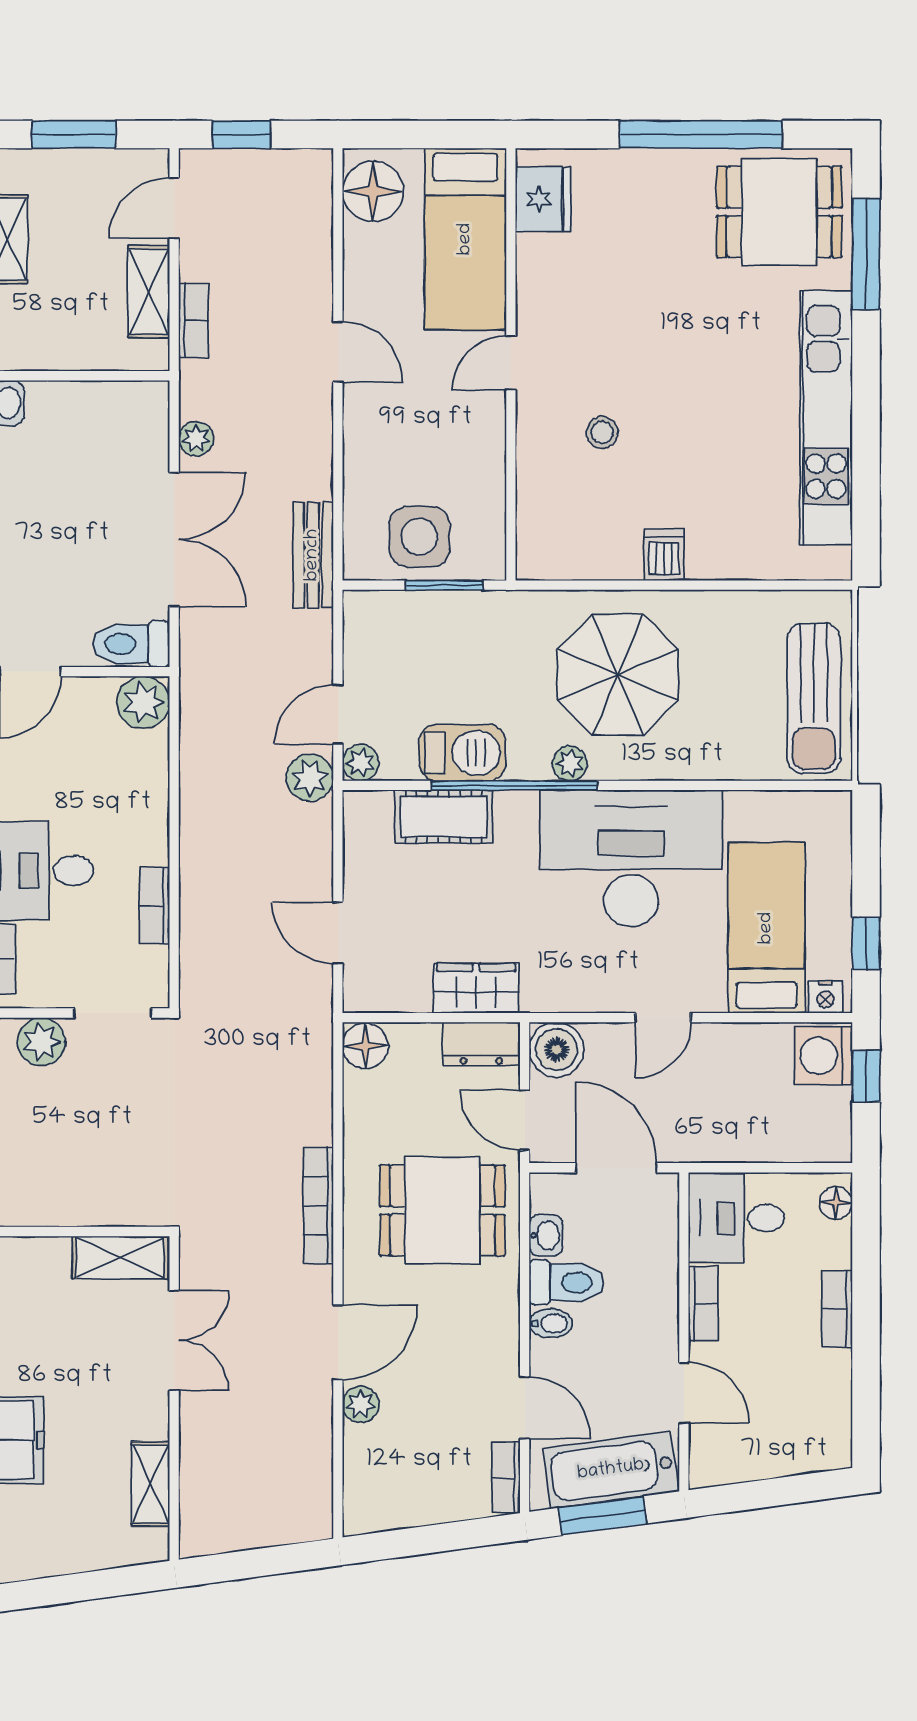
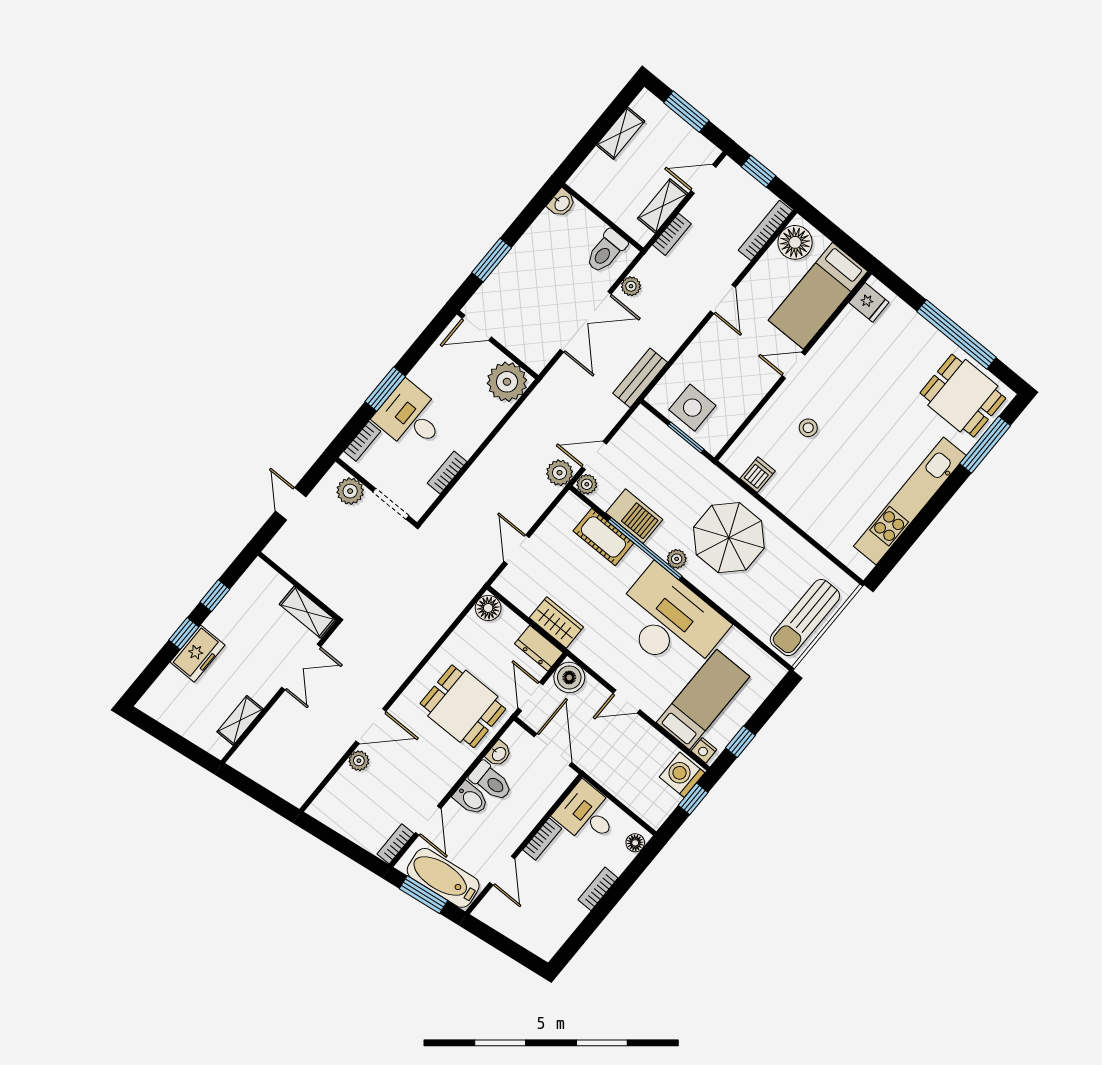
fridge: (543, 199) -> (869, 302), width x0.72
dishwasher: (664, 555) -> (758, 475), moved
toilet: (131, 644) -> (606, 251), moved, turned -90
plant: (143, 702) -> (507, 382), width x1.36, depth x1.36
bookcase: (318, 1205) -> (765, 231), moved
bidet: (551, 1323) -> (471, 799), width x1.38, depth x1.36

